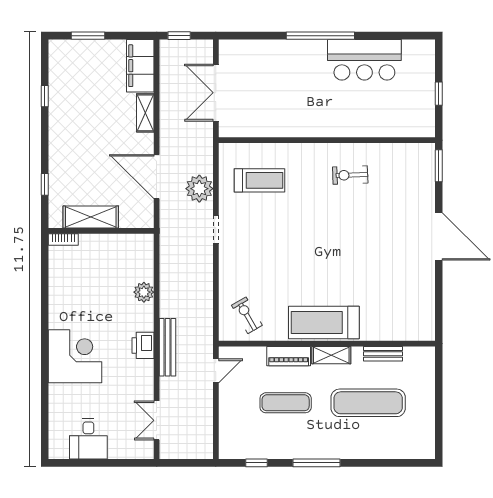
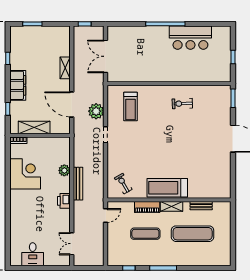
filing cabinet: (140, 66) -> (18, 85), moved, turned 180
treadmill: (259, 180) -> (130, 107), turned 90
bench: (168, 347) -> (78, 184), moved
corner desk: (75, 356) -> (25, 174), moved

